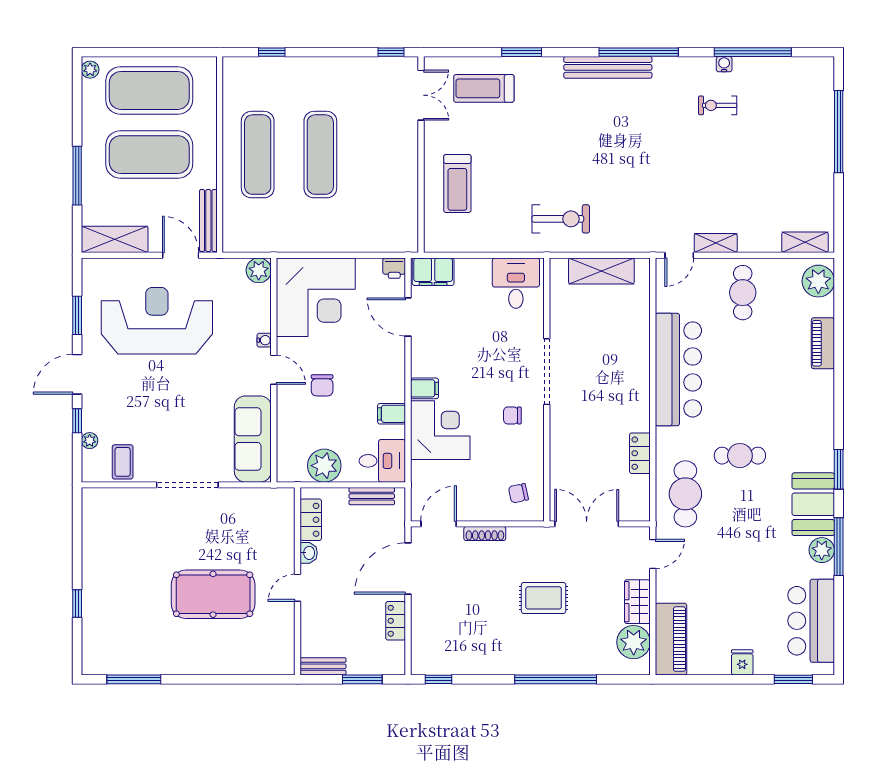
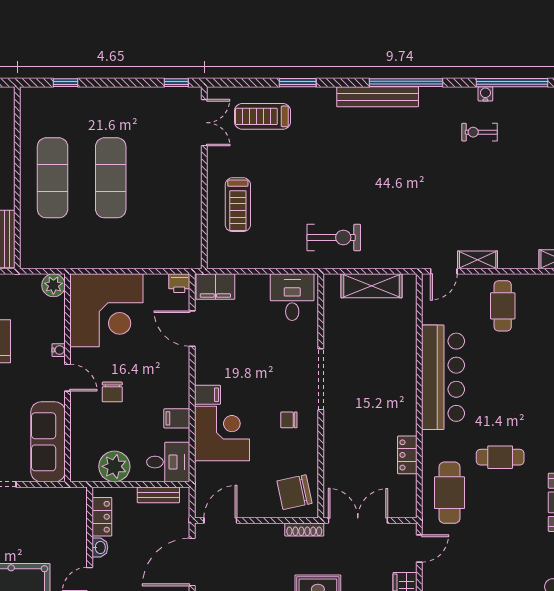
chair: (518, 493) -> (295, 492), width x1.87, depth x1.87
shoe rack: (485, 534) -> (304, 530), moved

